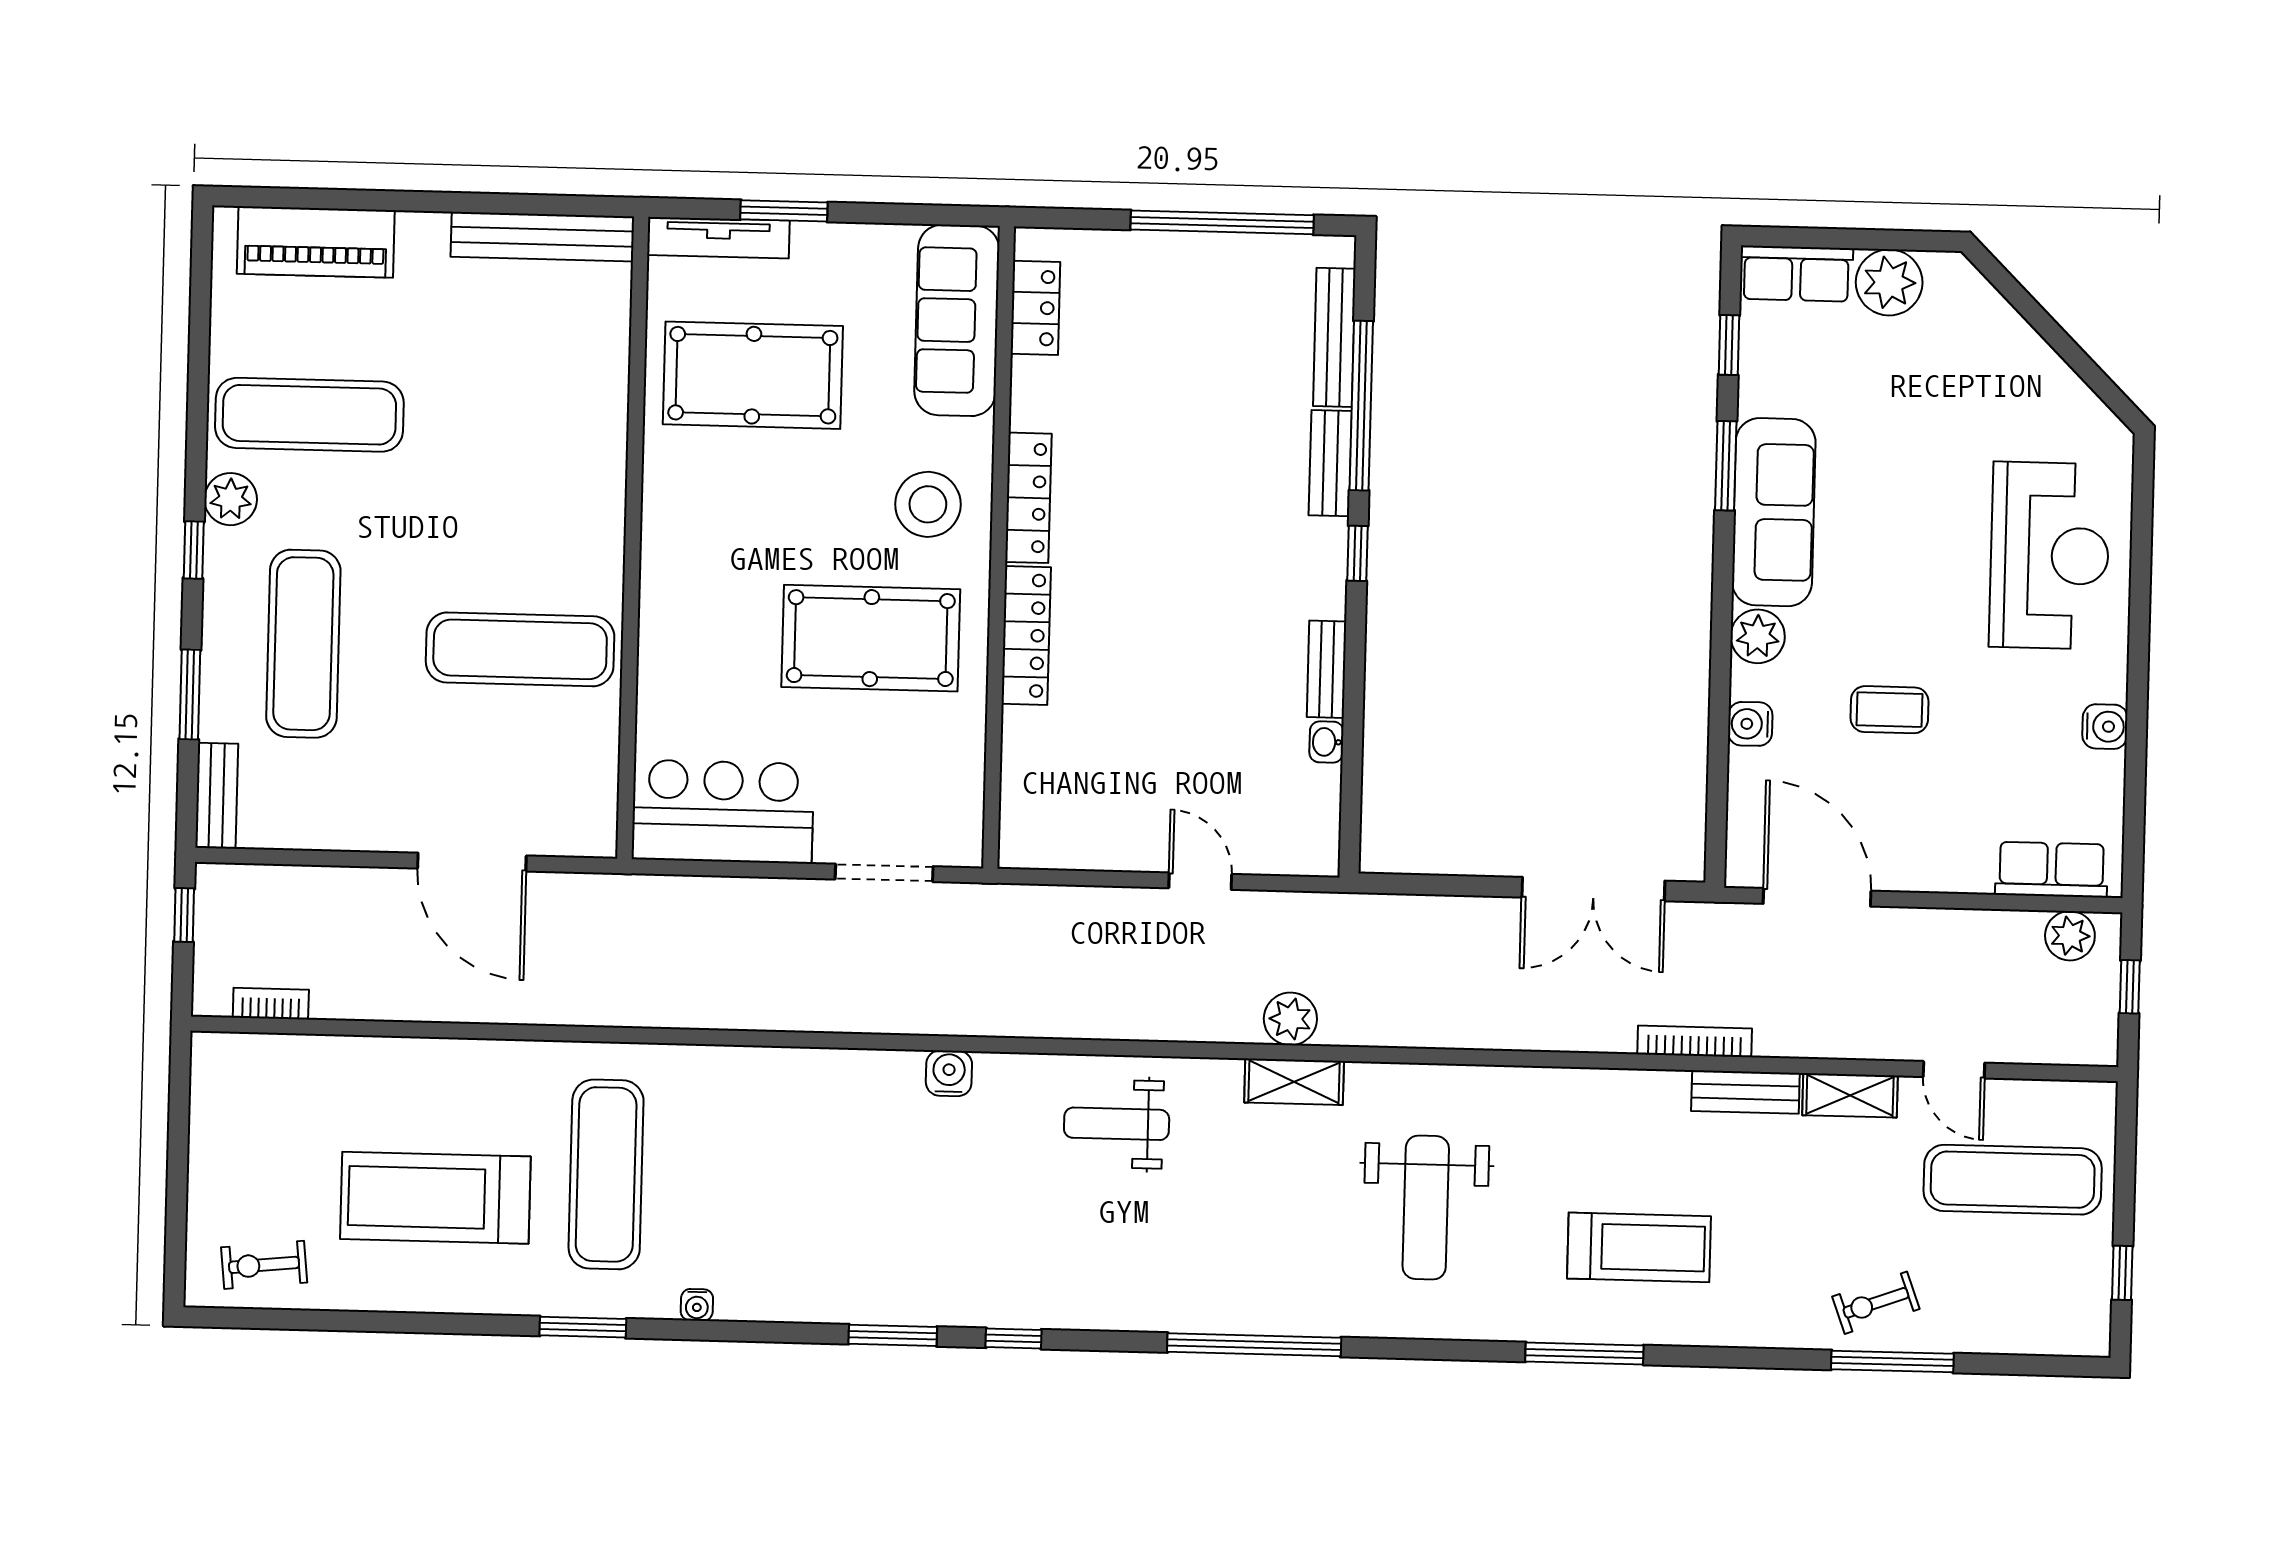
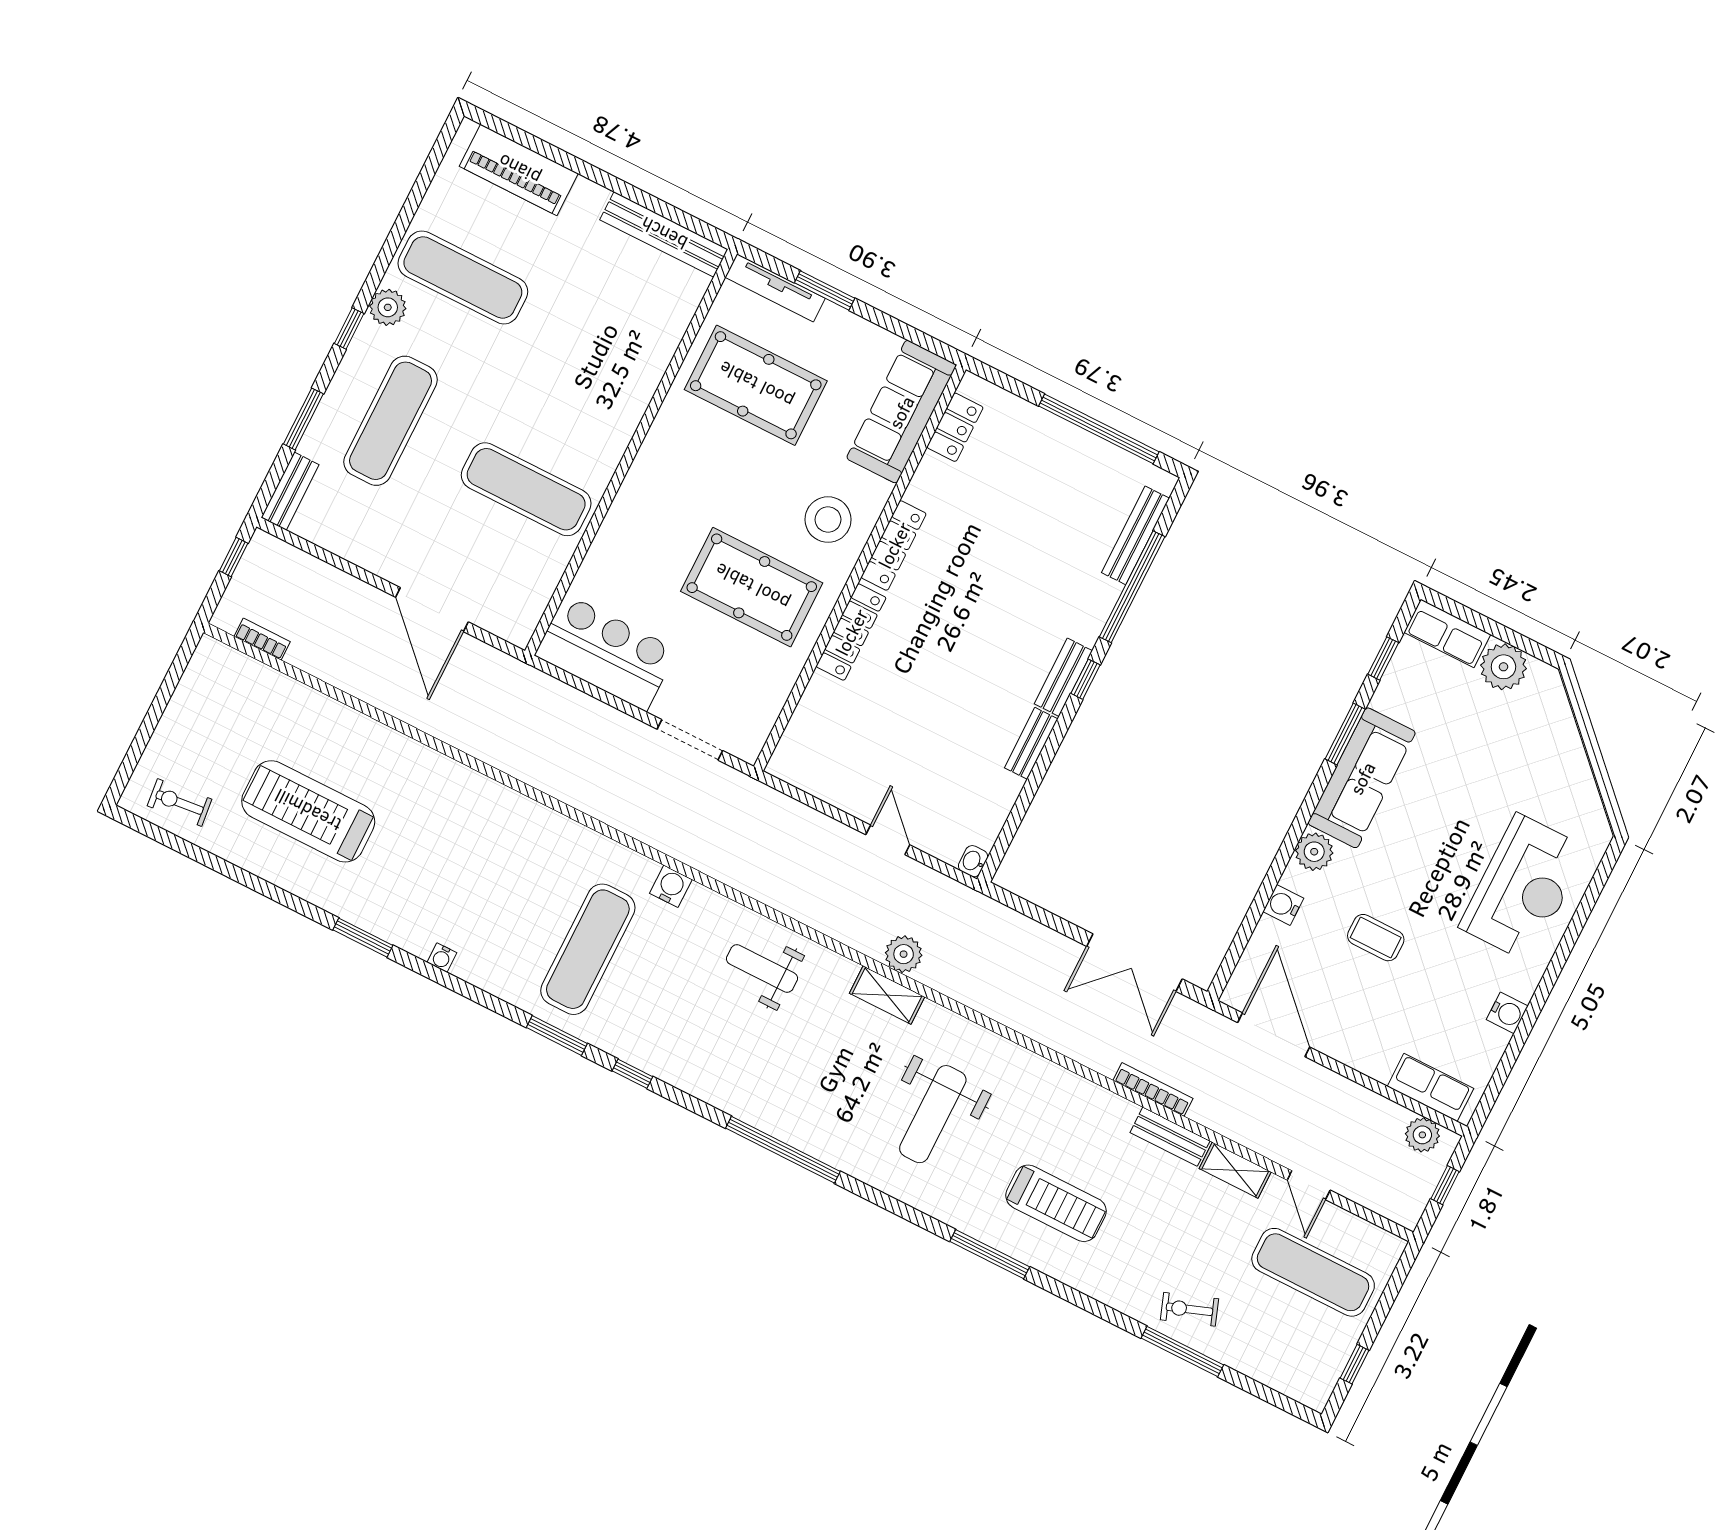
bench: (1330, 463) -> (1063, 677), moved
washbasin: (1326, 742) -> (973, 861), moved
exercise mat: (606, 1174) -> (588, 949), moved

